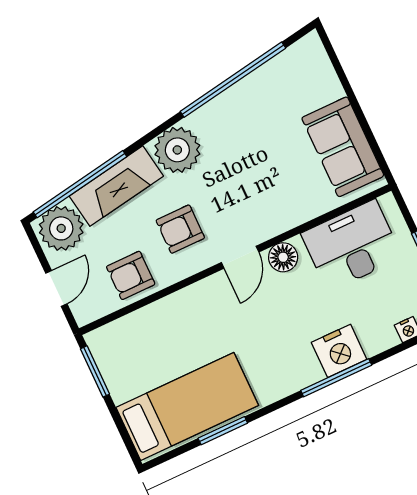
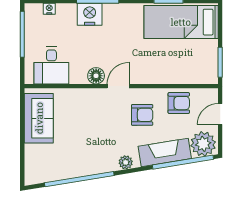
plant: (177, 150) -> (126, 162), width x0.53, depth x0.53
desk: (352, 245) -> (51, 65), width x0.73

